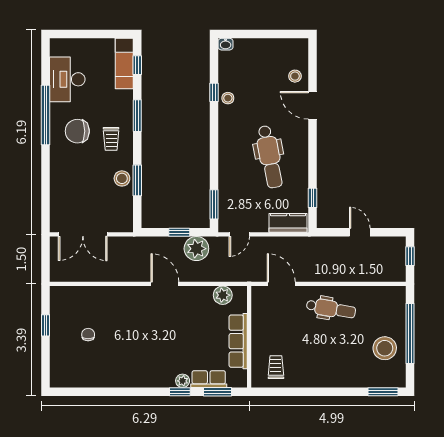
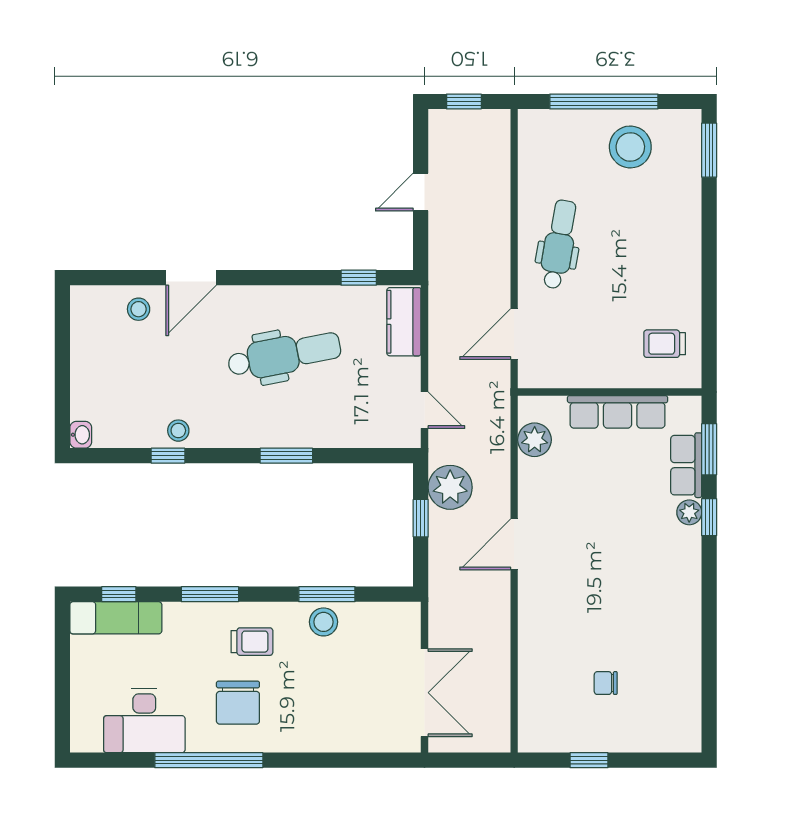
window: (214, 204) -> (286, 456), moved

